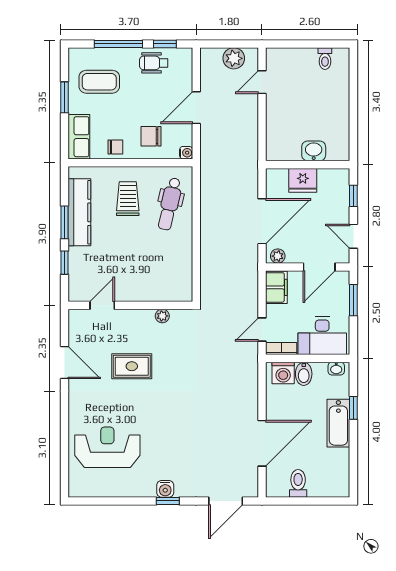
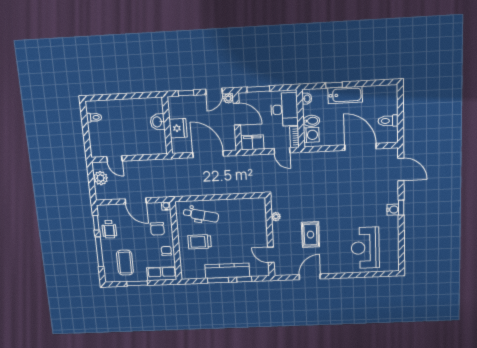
kitchen counter: (79, 212) -> (227, 271), moved
plant: (278, 256) -> (228, 98), moved

